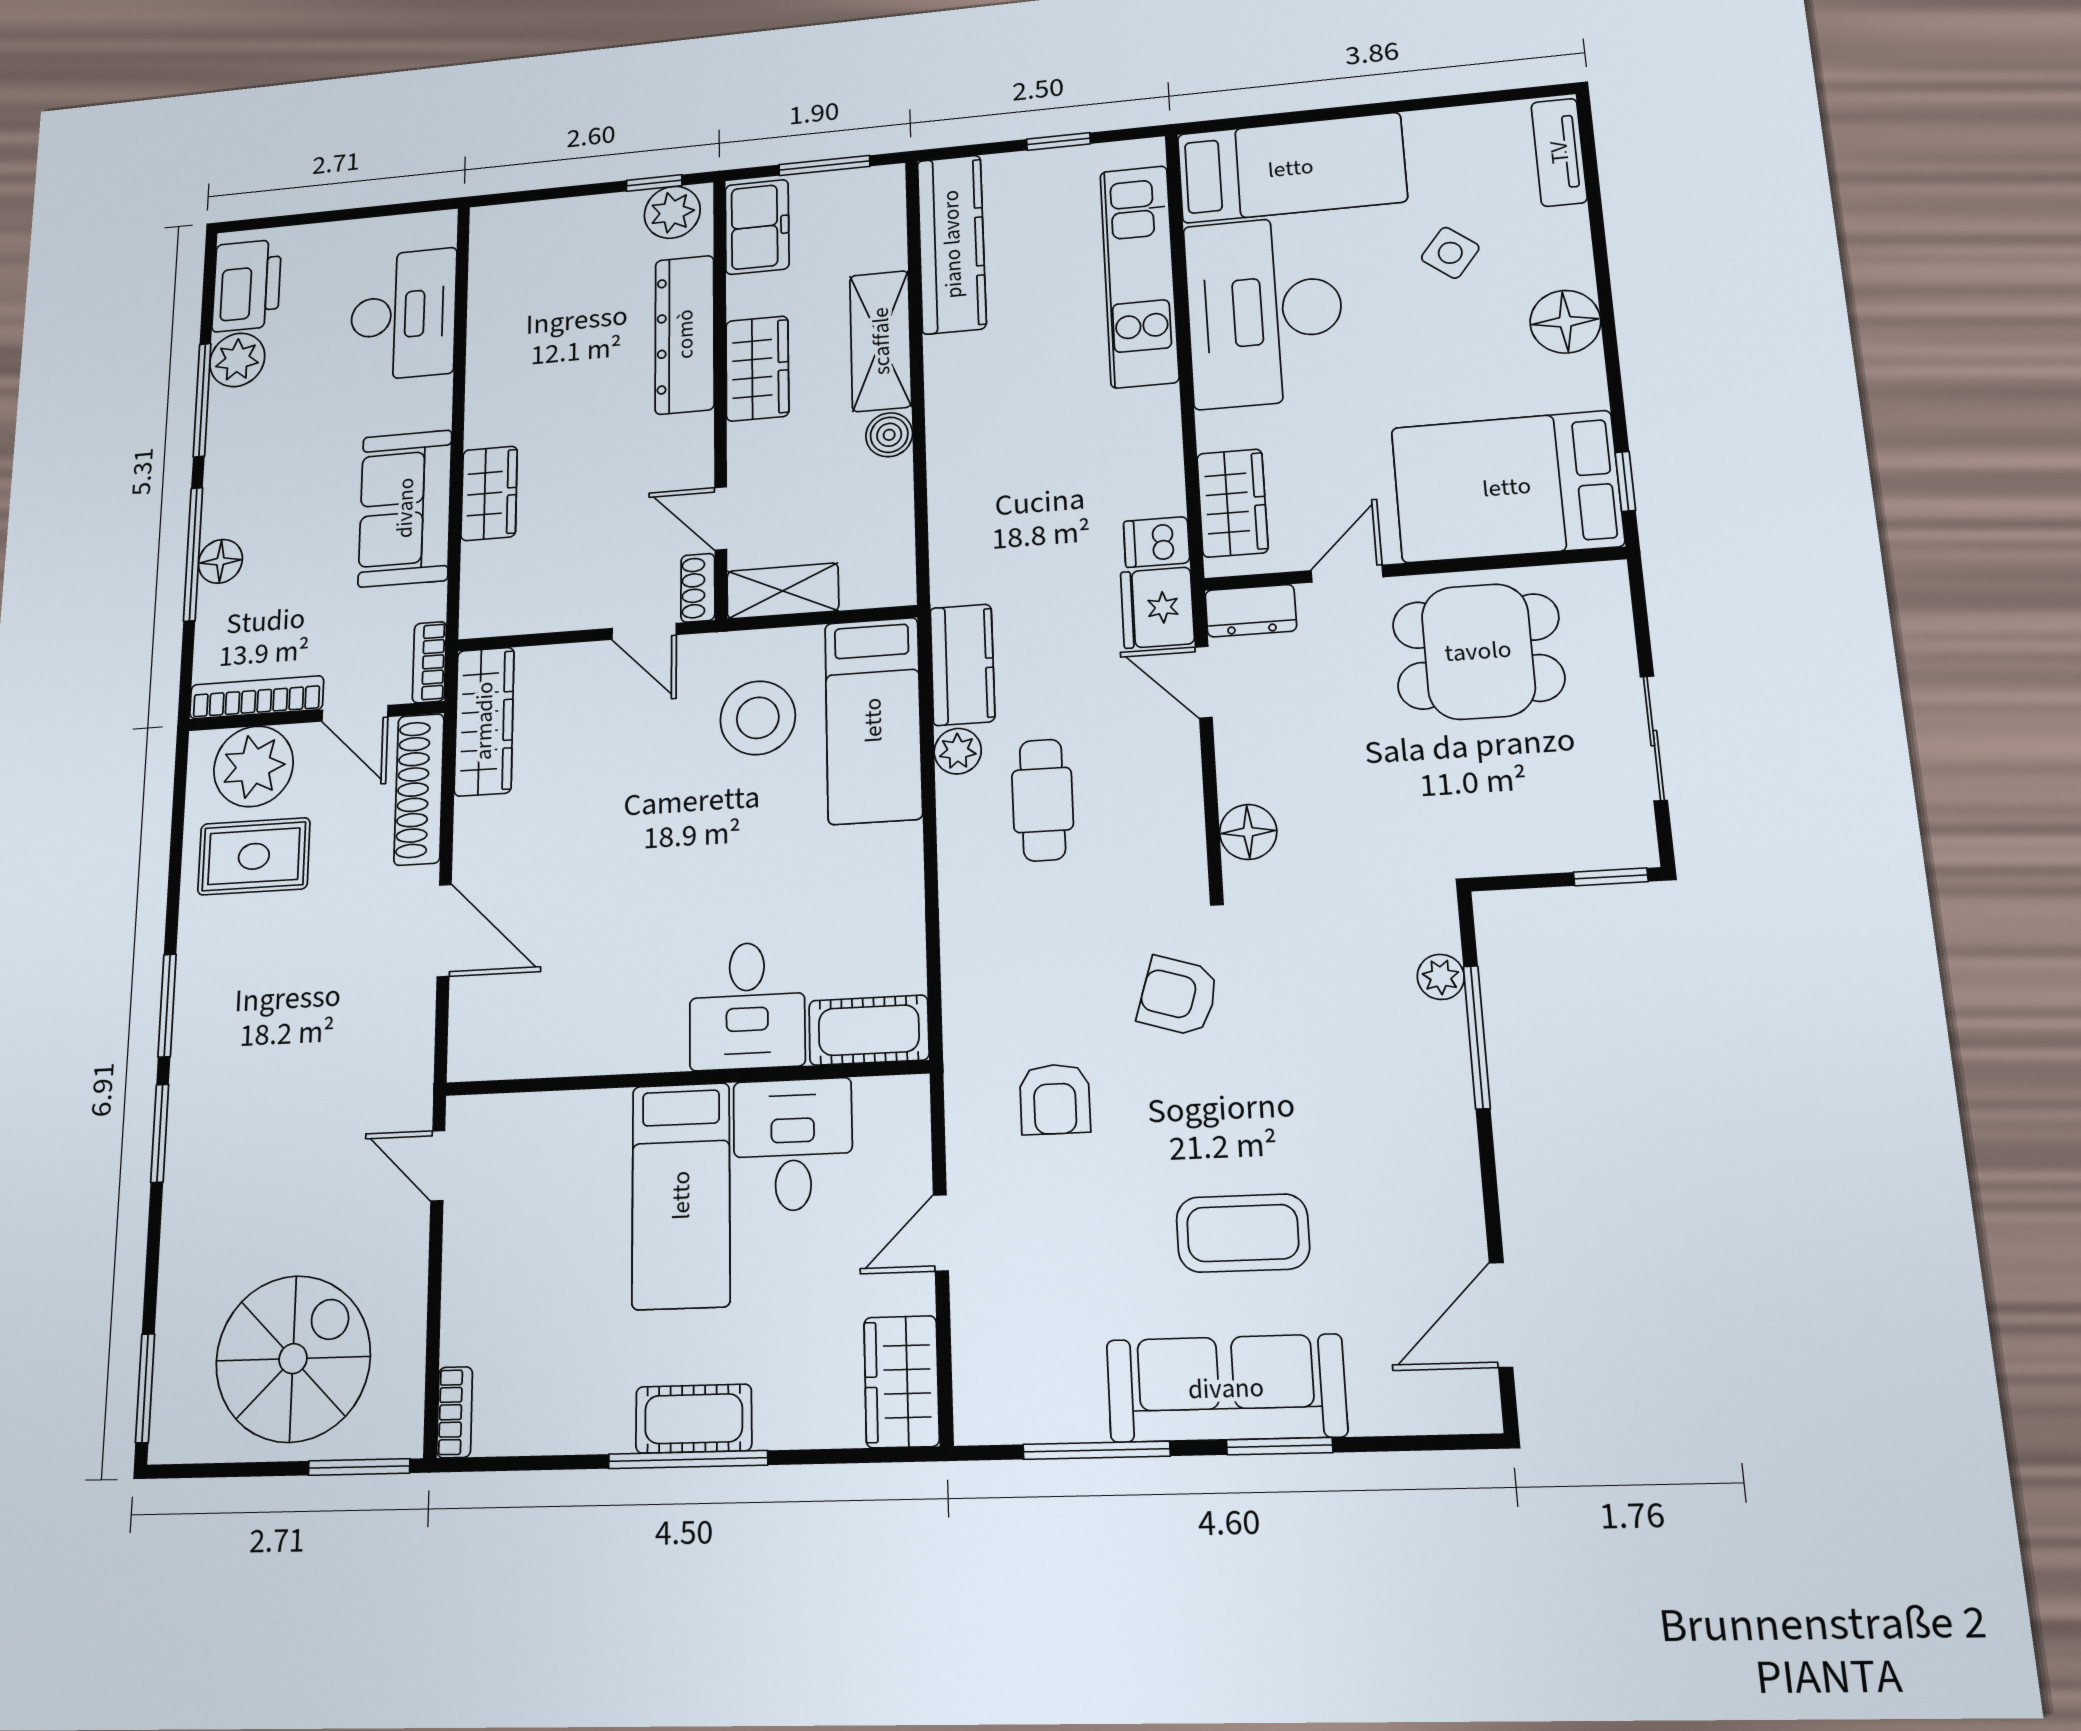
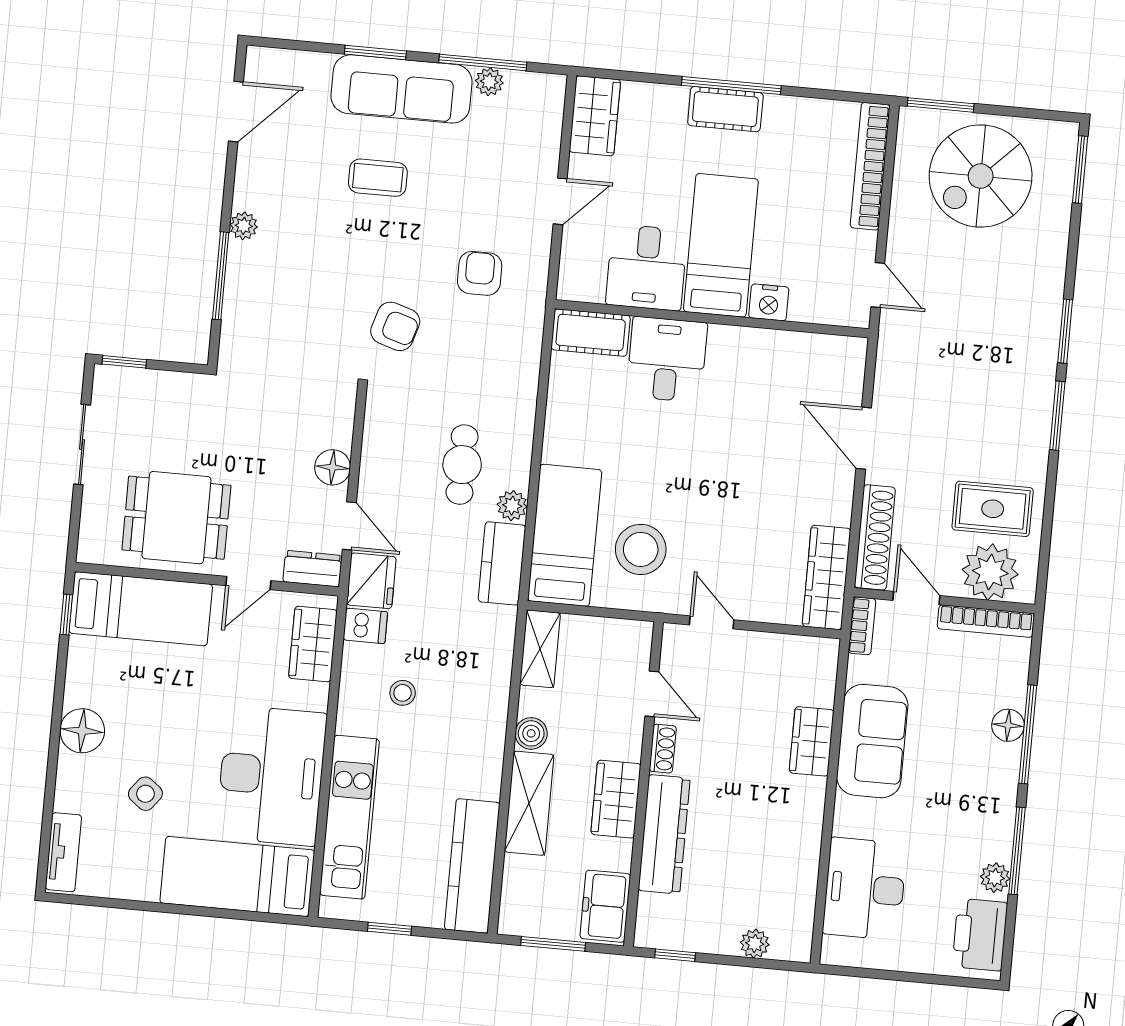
plant: (672, 212) -> (755, 944), moved, width x0.73, depth x0.73
plant: (237, 360) -> (995, 878), width x0.73, depth x0.73
stool: (1086, 458) -> (403, 693), added
bed: (1507, 487) -> (141, 609), width x0.67
shoe rack: (698, 588) -> (663, 749), moved
shelving: (783, 591) -> (540, 649), moved, turned 90
floor lamp: (1248, 832) -> (333, 467), moved
plant: (1441, 977) -> (244, 226), moved
nightstand: (600, 1116) -> (769, 302), added
coffee table: (1243, 1233) -> (378, 178), width x0.73, depth x0.77
bookcase: (455, 1412) -> (870, 166), width x2.31, depth x1.31
plant: (1081, 1418) -> (489, 82), added

